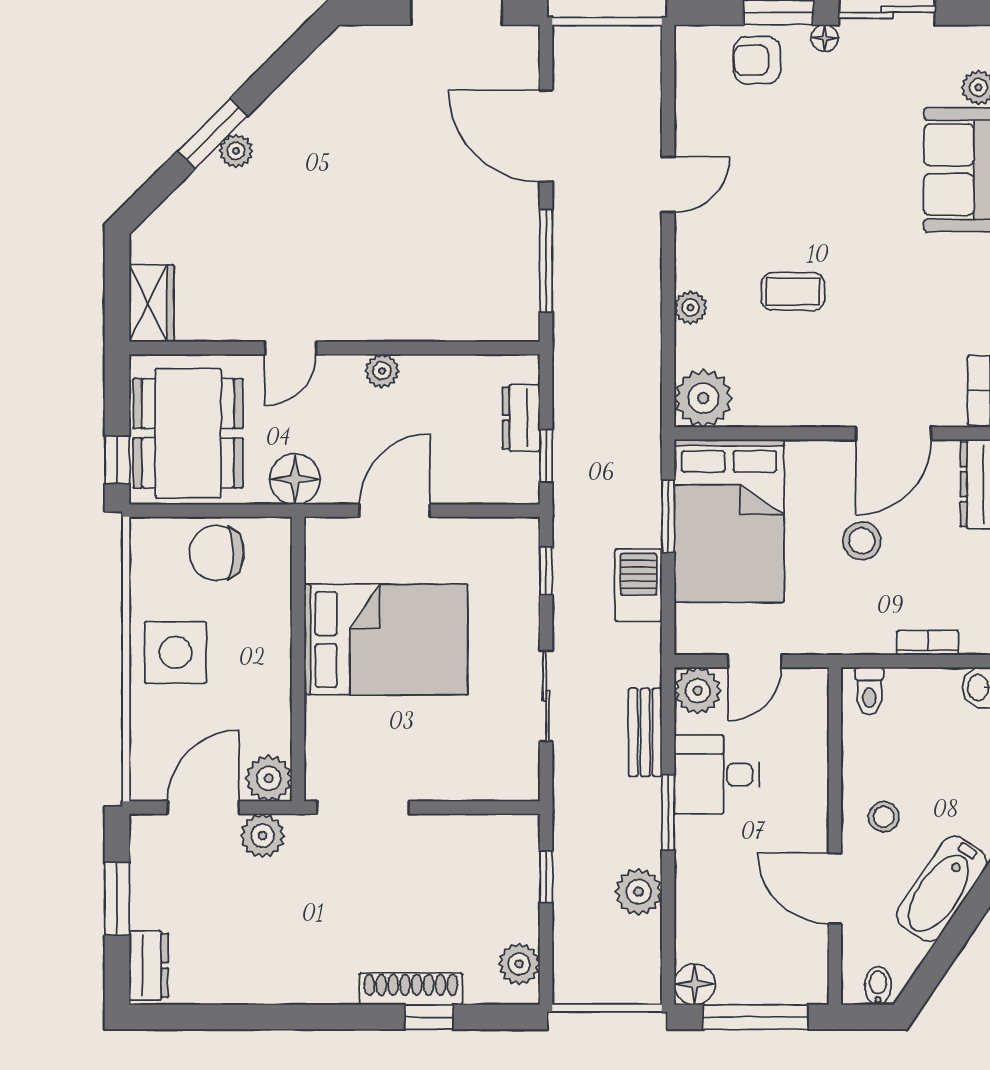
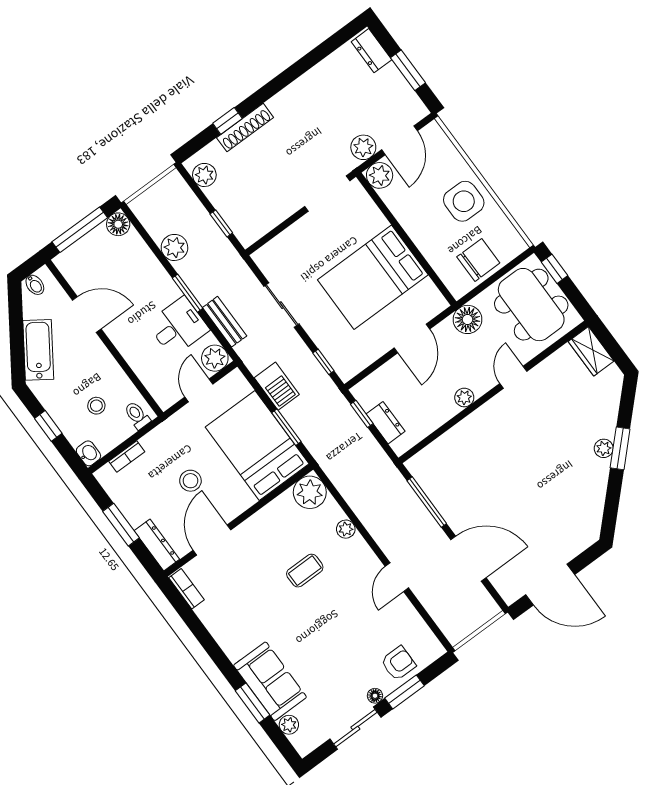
stool: (884, 817) -> (96, 406), moved

